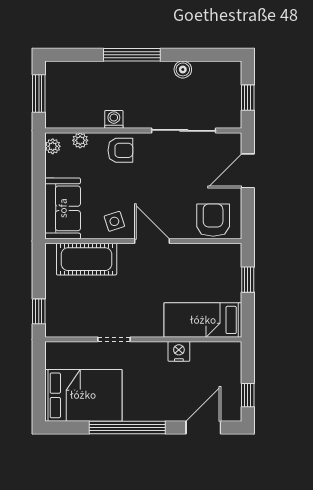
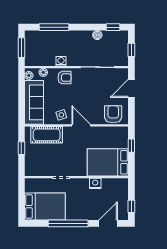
window: (132, 55) -> (54, 27), moved
window: (213, 55) -> (113, 27), added
sofa: (63, 208) -> (34, 102), width x1.36
window: (39, 311) -> (21, 148), moved
bed: (203, 320) -> (108, 162), width x1.50

